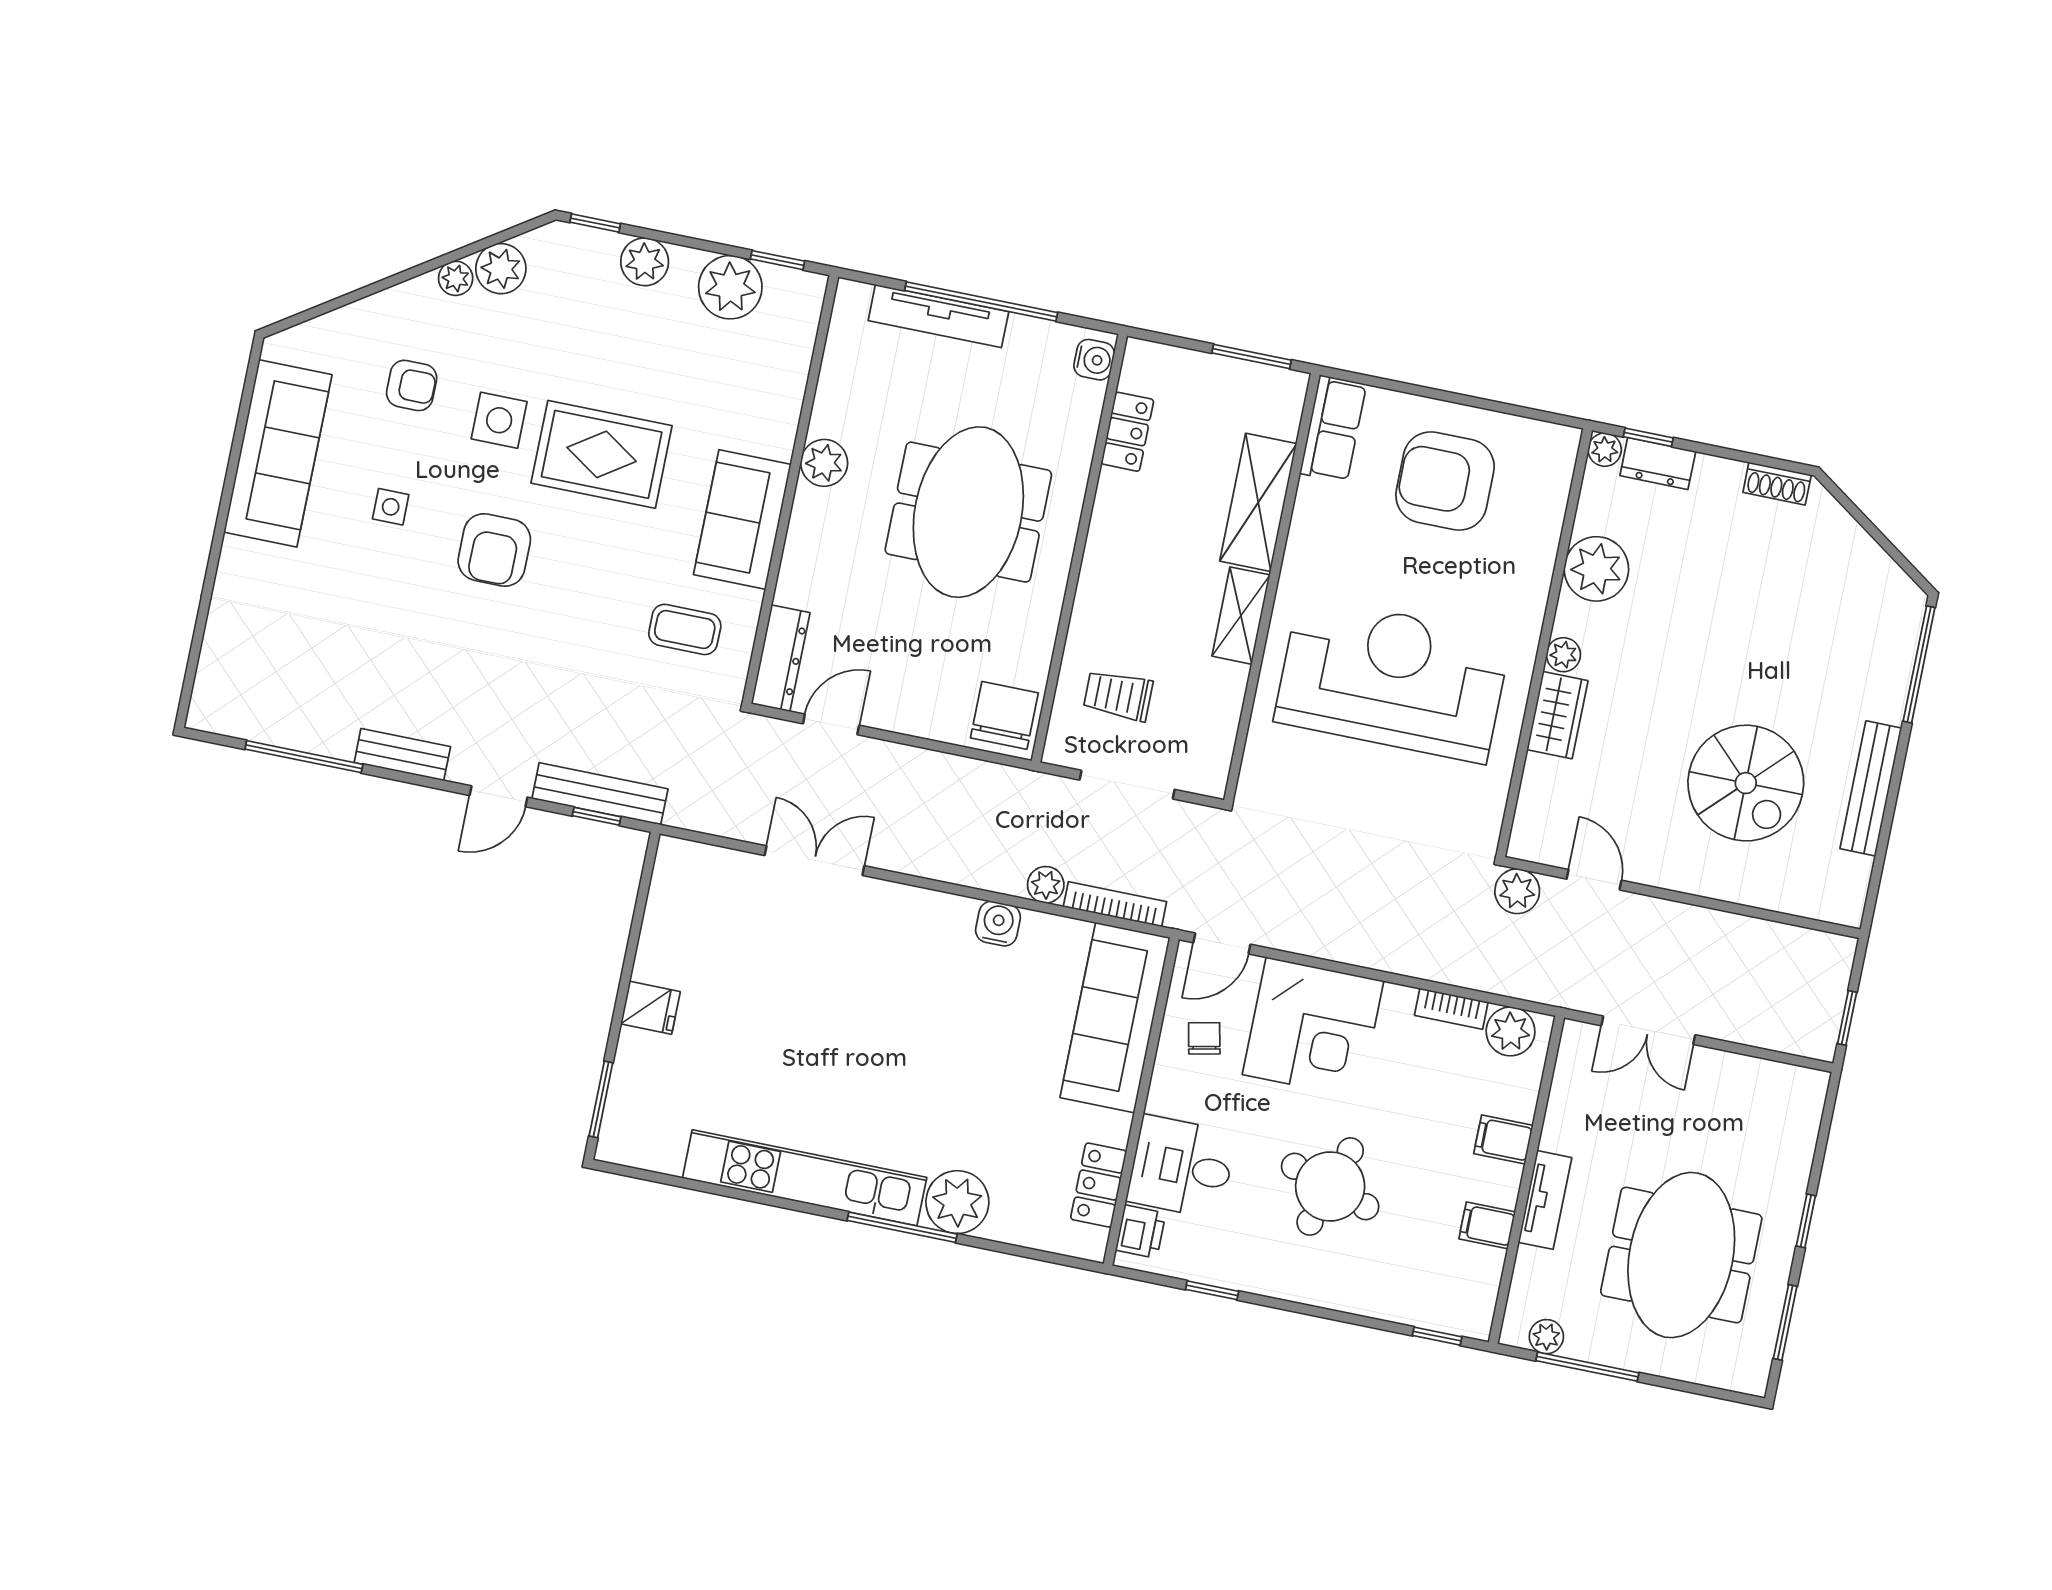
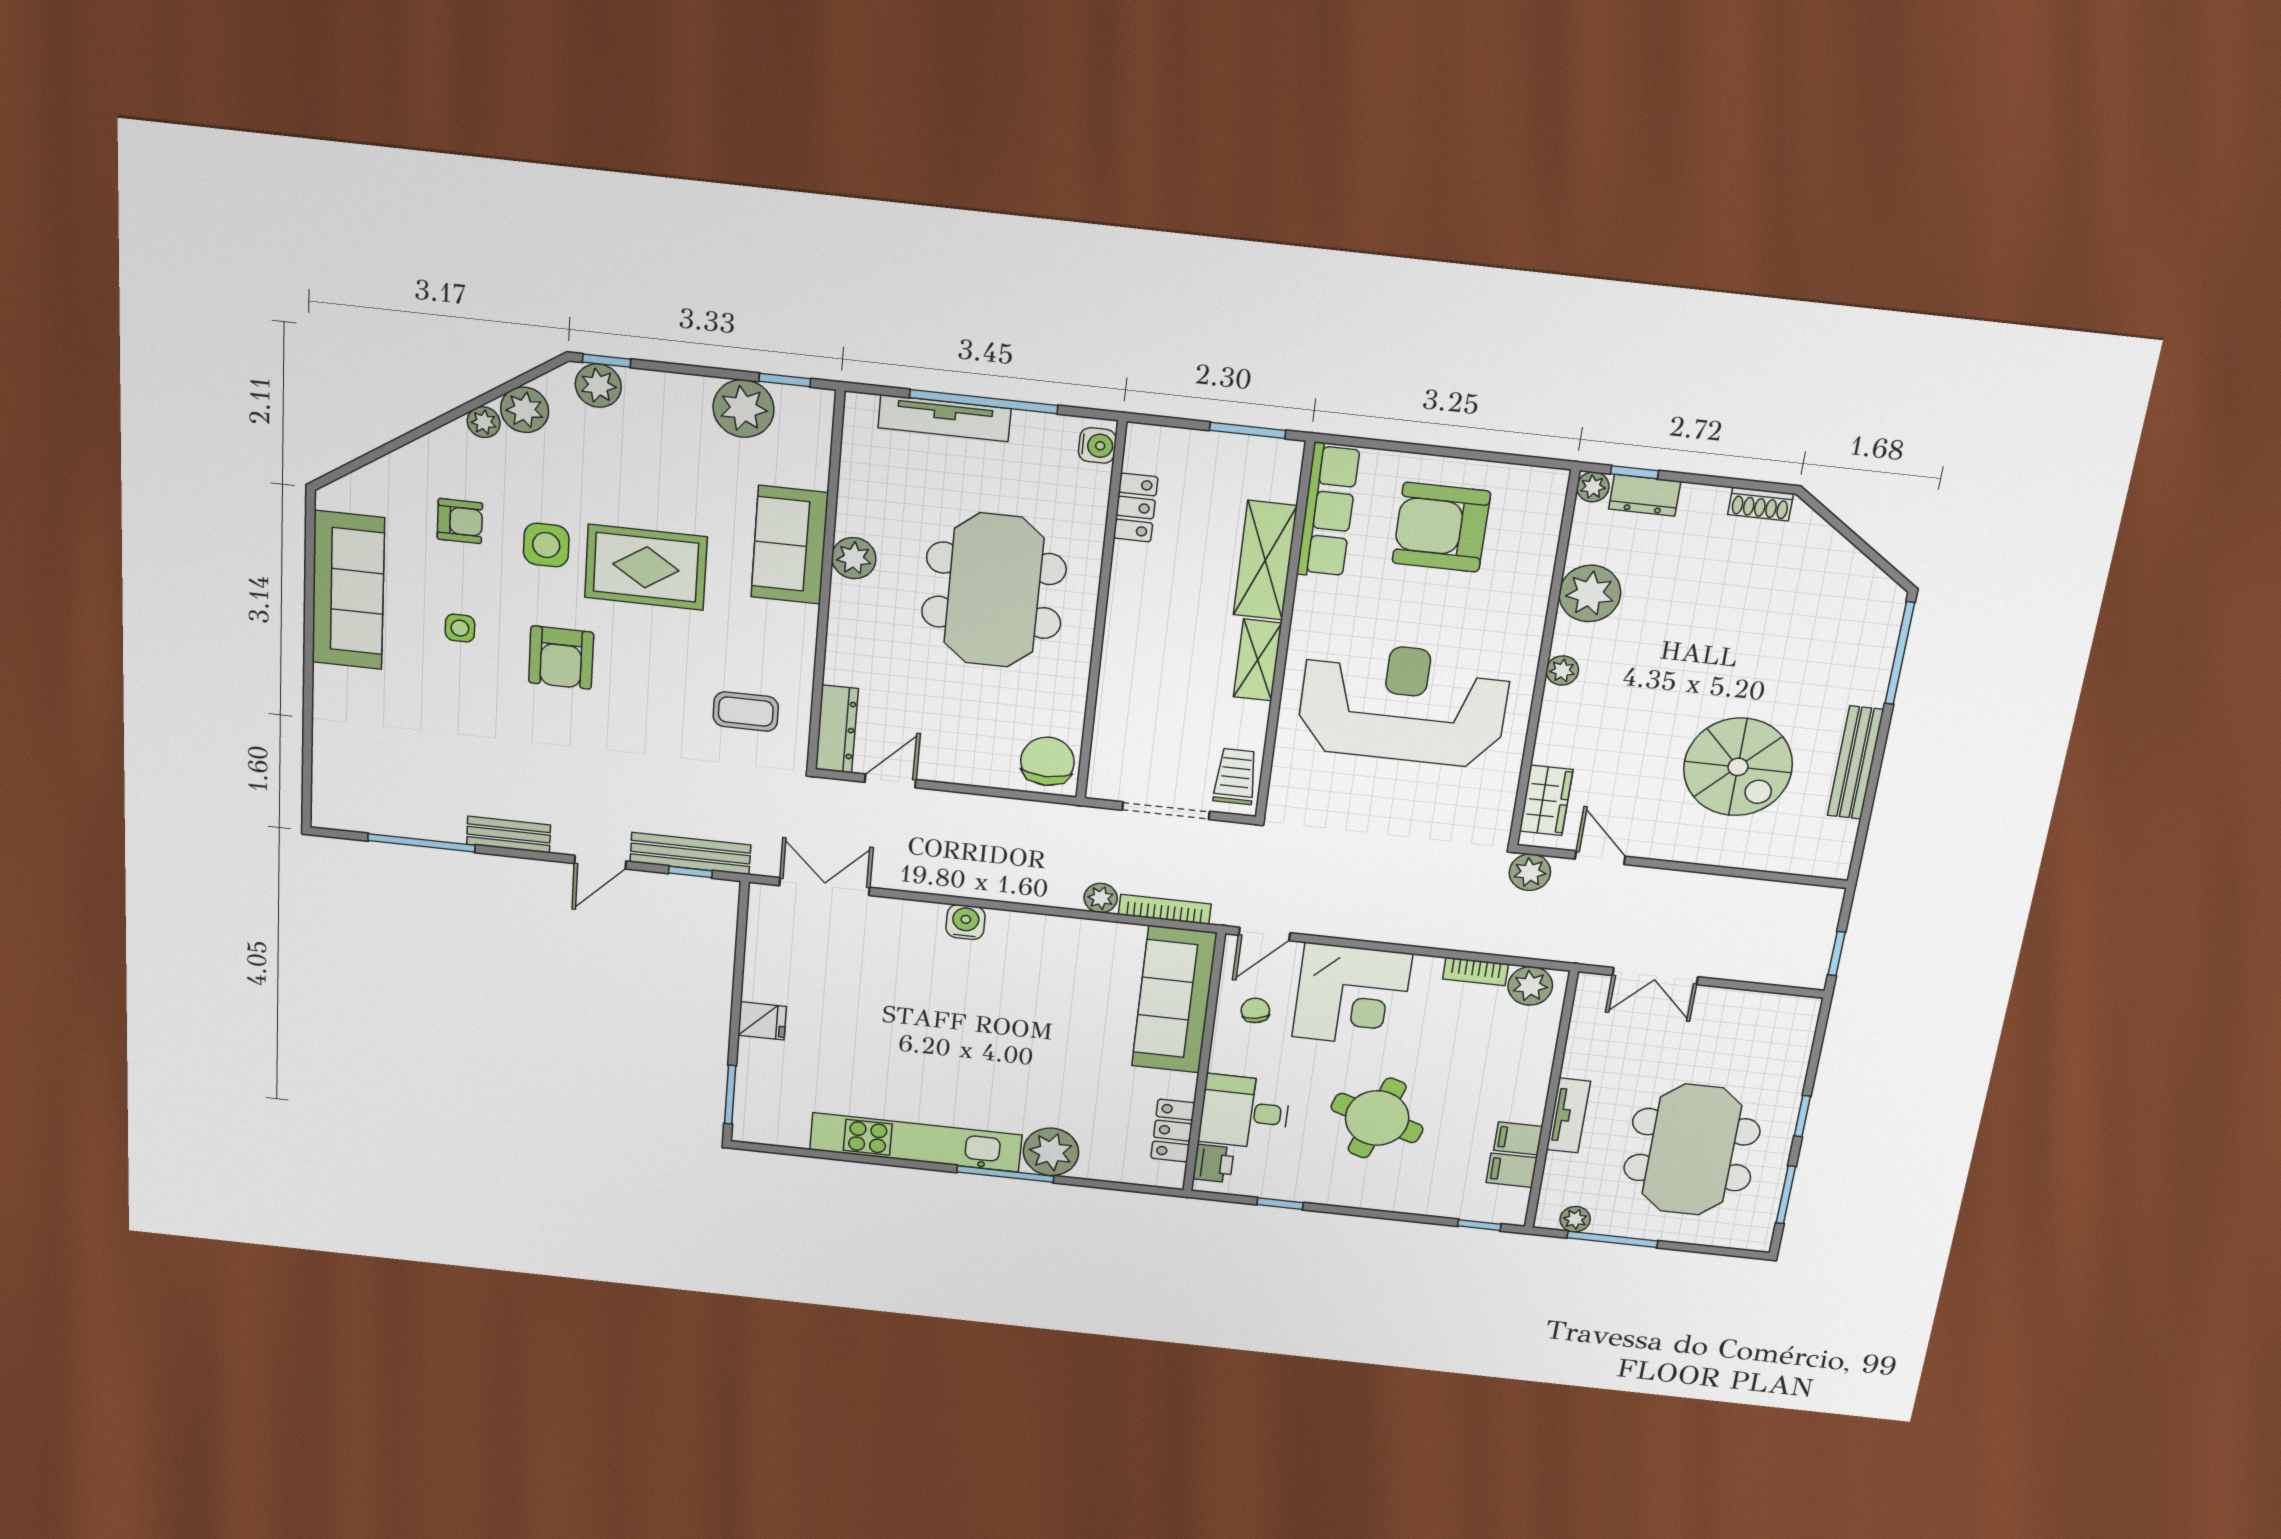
plant: (645, 262) -> (598, 386), moved
row of seats: (1333, 429) -> (1328, 511), width x1.48
sofa: (742, 519) -> (790, 545), moved
trolley: (1118, 695) -> (1235, 777), moved, turned 90
wardrobe: (1557, 715) -> (1546, 800), moved
double door: (814, 861) -> (825, 886), moved
water cooler: (998, 924) -> (966, 922), moved
filing cabinet: (1503, 1139) -> (1512, 1170), moved

